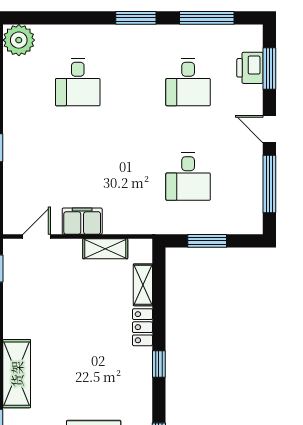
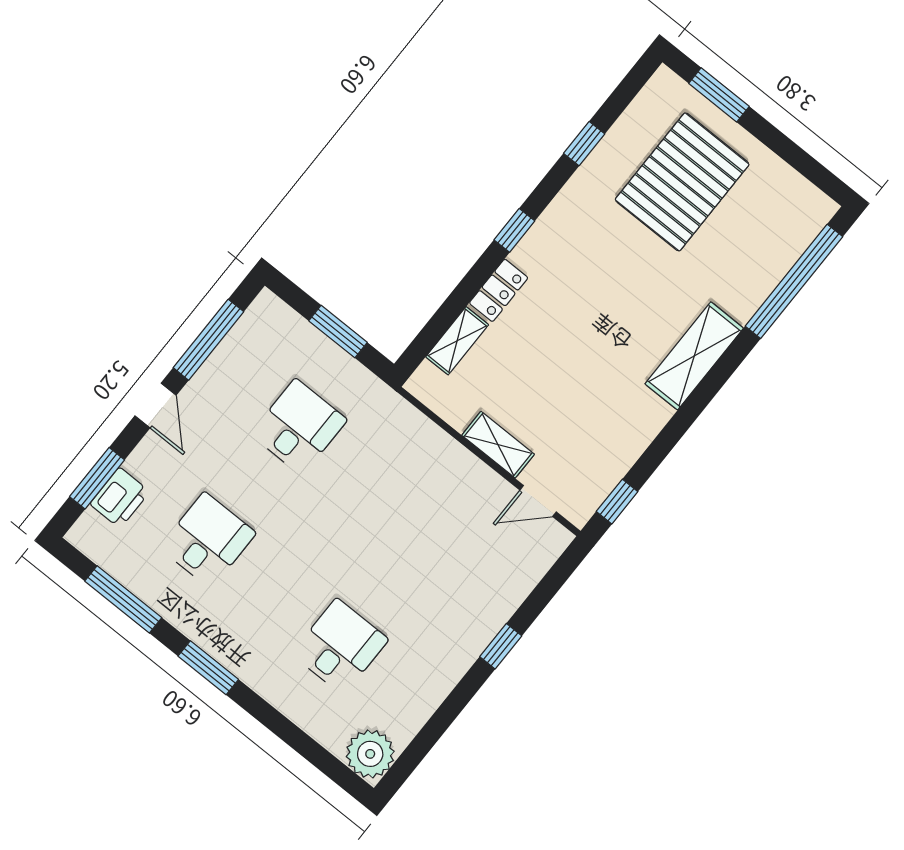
filing cabinet: (82, 221) -> (469, 476), removed
shelving: (105, 249) -> (498, 445), moved

